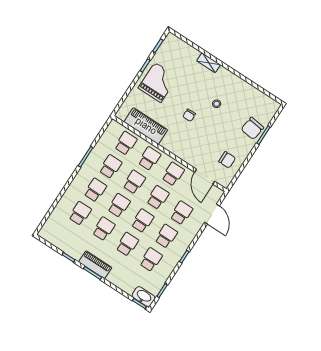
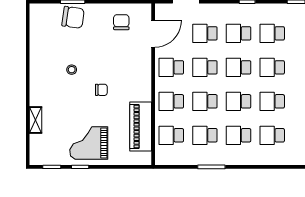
shelving: (209, 63) -> (35, 120), moved

